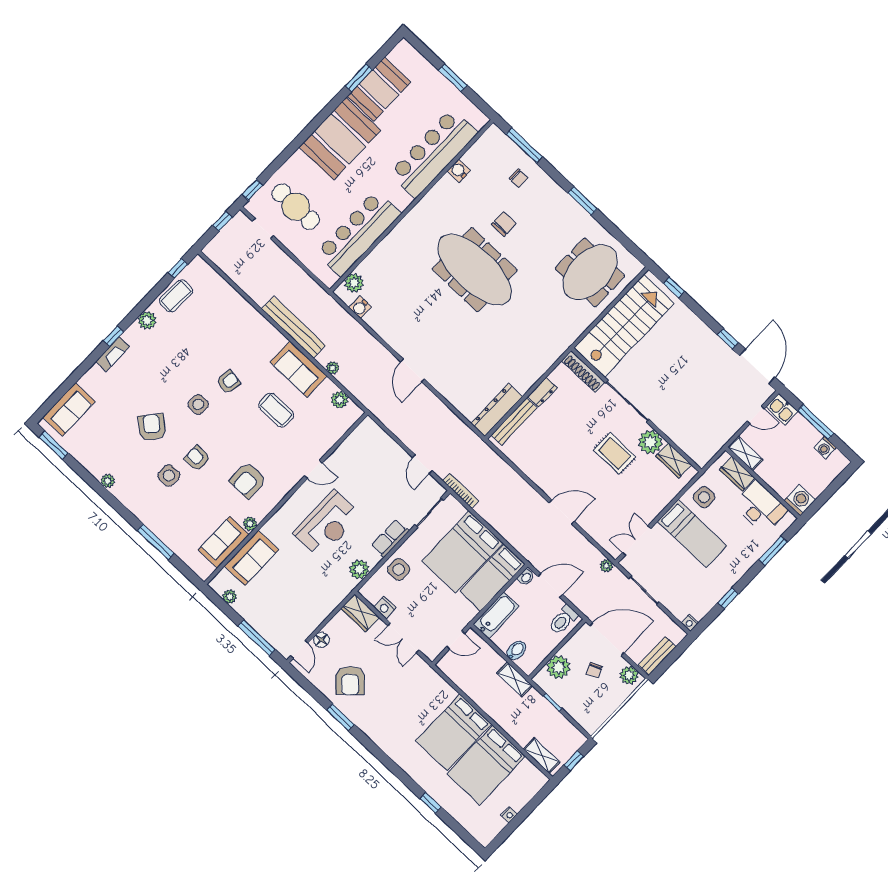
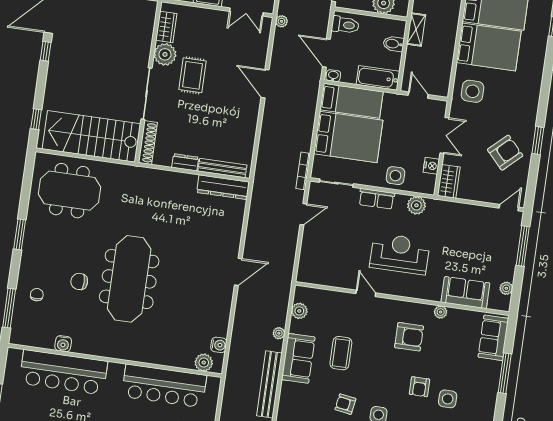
sofa: (224, 542) -> (493, 338), moved, turned 90
floor lamp: (321, 640) -> (490, 196), removed
side table: (425, 690) -> (472, 91), added

